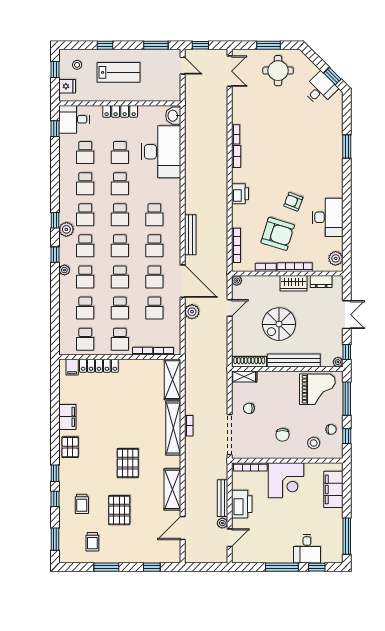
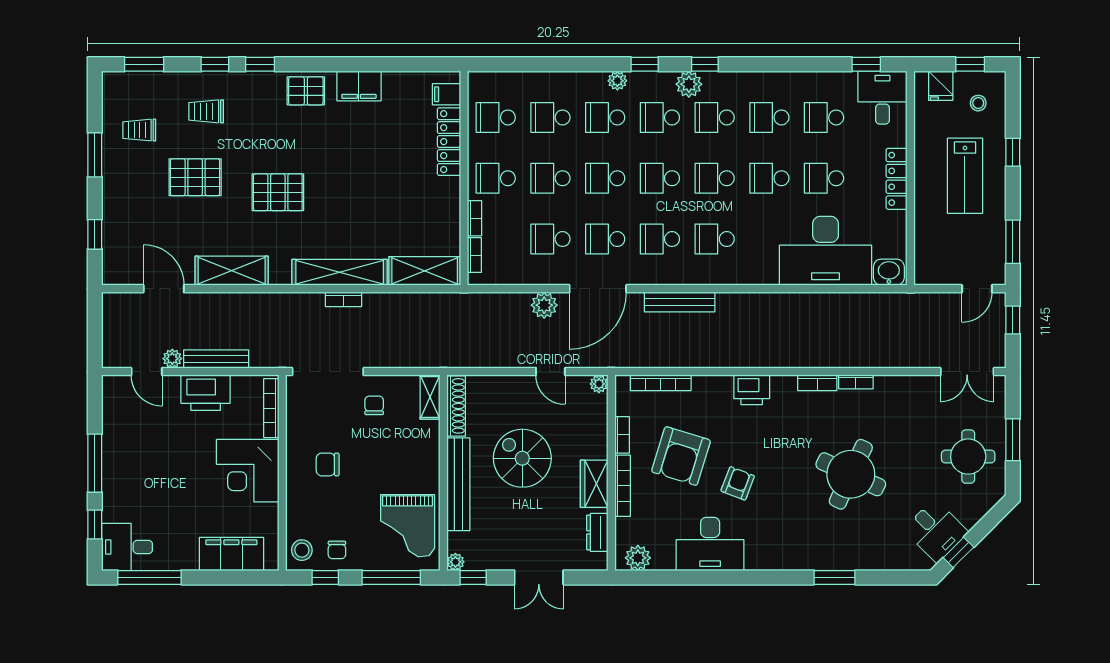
round table: (288, 137) -> (851, 474), added
stool: (314, 443) -> (302, 550), moved
desk: (307, 549) -> (127, 547), moved

